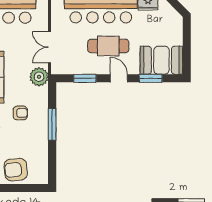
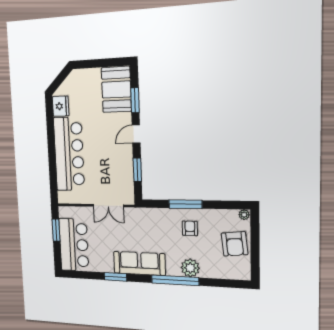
cafe table: (108, 46) -> (105, 146), removed
plant: (39, 77) -> (244, 215), moved, width x0.53, depth x0.53
armchair: (20, 113) -> (190, 228), moved

